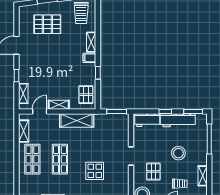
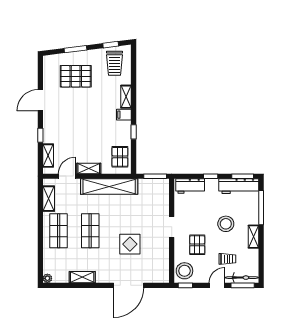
workbench: (178, 120) -> (239, 186), moved
shelving: (77, 121) -> (109, 186), width x1.47
shelving: (203, 176) -> (253, 237), moved

